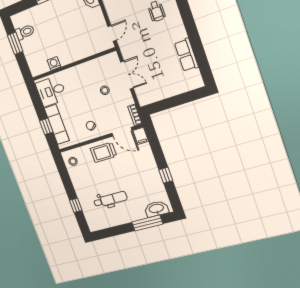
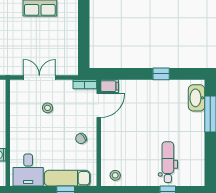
trolley: (103, 152) -> (115, 135), removed
dental chair: (110, 199) -> (168, 162), moved

